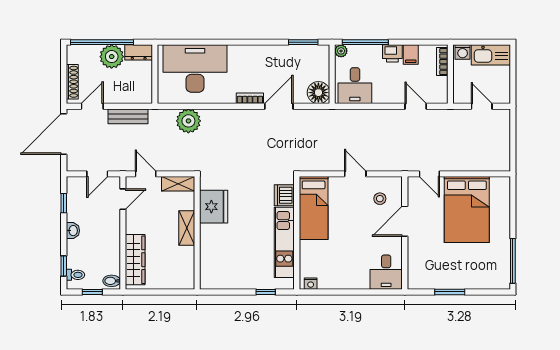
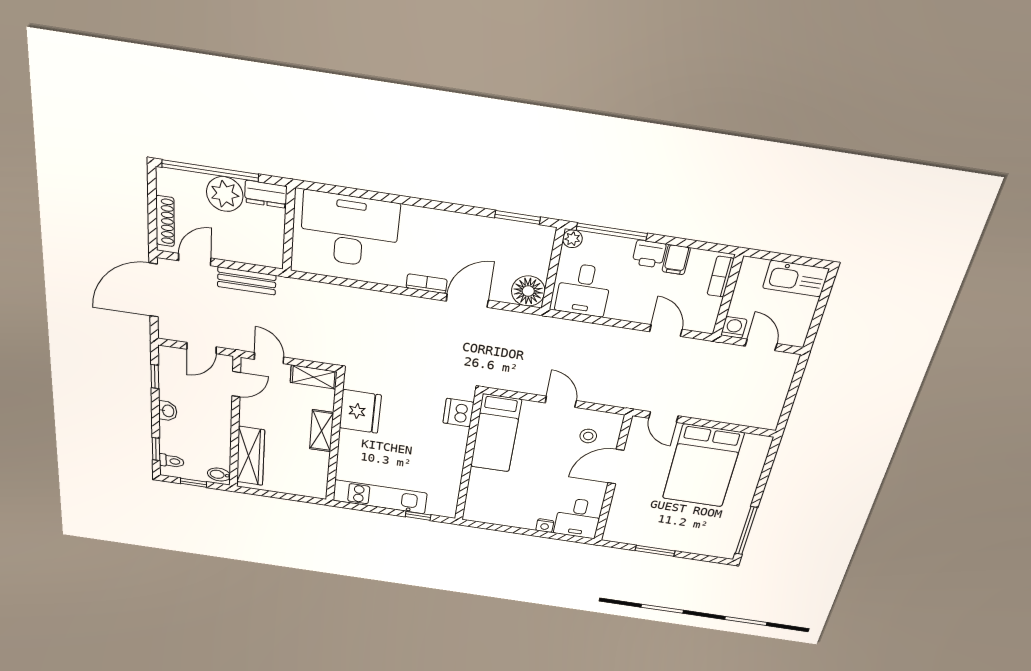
washing machine: (463, 52) -> (734, 327), moved, turned 180
plant: (188, 121) -> (334, 300), removed
kitchen unit: (284, 242) -> (380, 497), moved, turned 90
nightstand: (311, 284) -> (545, 526), moved

